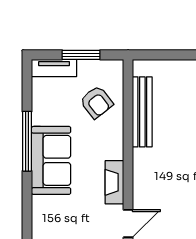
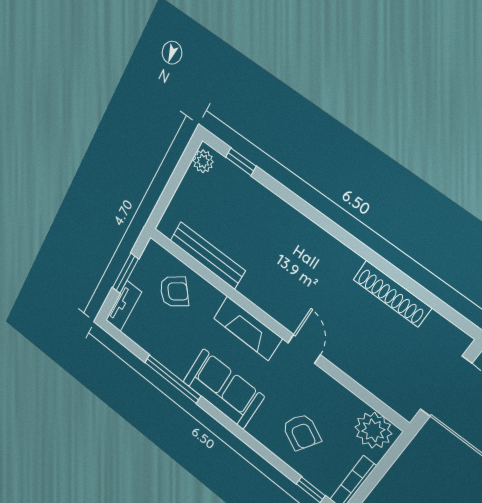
sofa: (51, 160) -> (223, 389), moved
fireplace: (114, 182) -> (248, 328), width x1.37, depth x1.32

